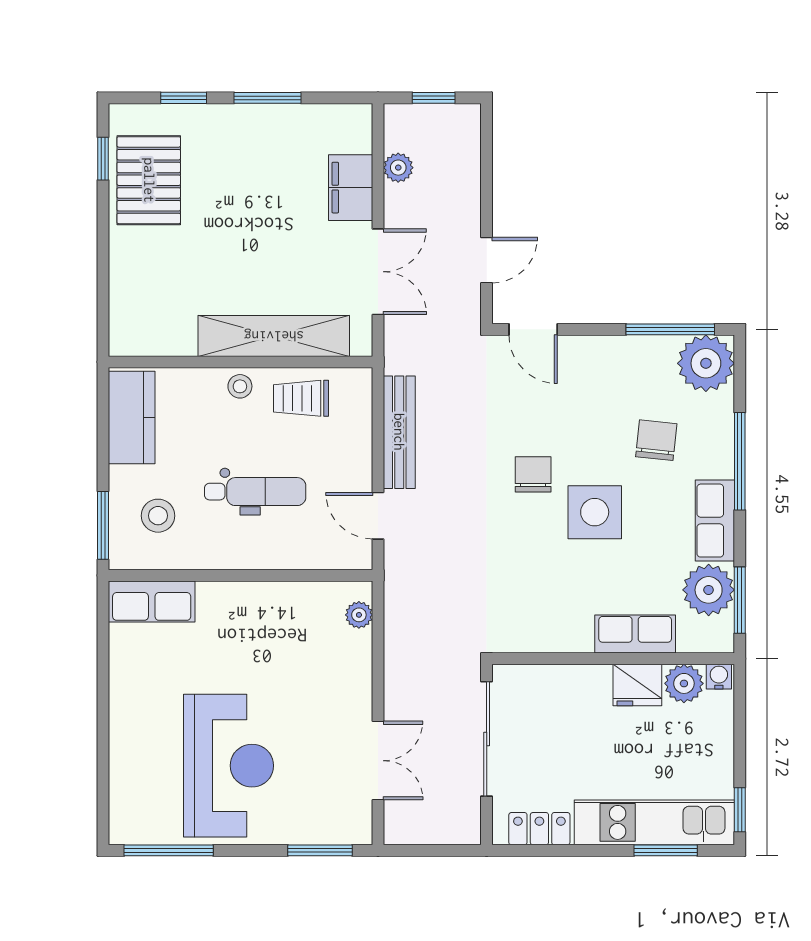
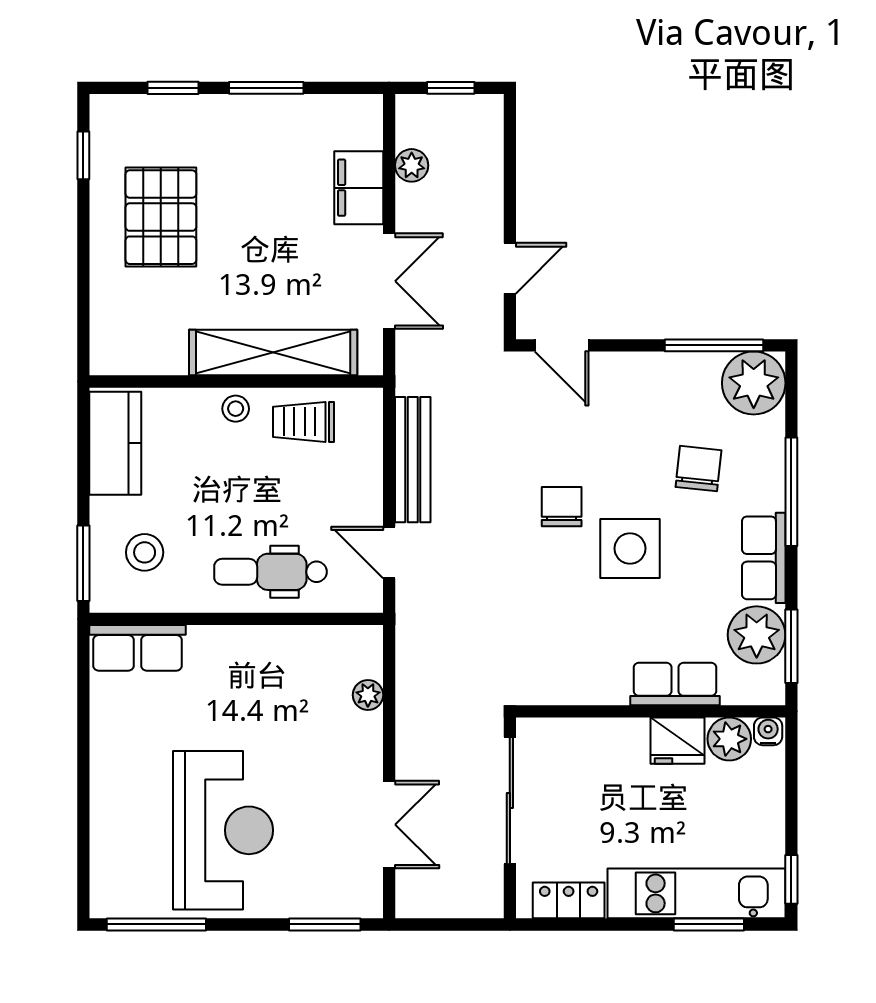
pallet: (149, 180) -> (161, 217), moved
dental chair: (255, 492) -> (270, 572), moved, turned 180
plant: (359, 615) -> (368, 695), moved

